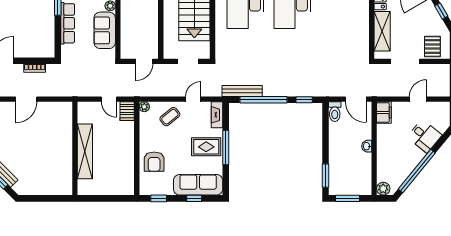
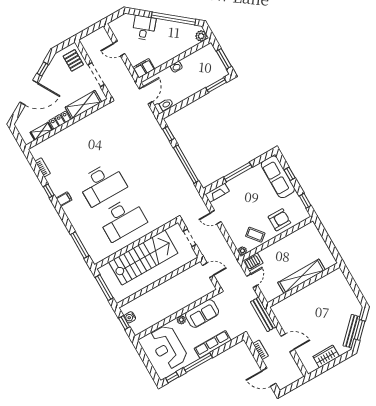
pallet: (432, 47) -> (73, 60), turned 90
bench: (242, 91) -> (263, 314), moved
coffee table: (170, 117) -> (255, 235), moved
rug: (206, 147) -> (246, 187), removed

